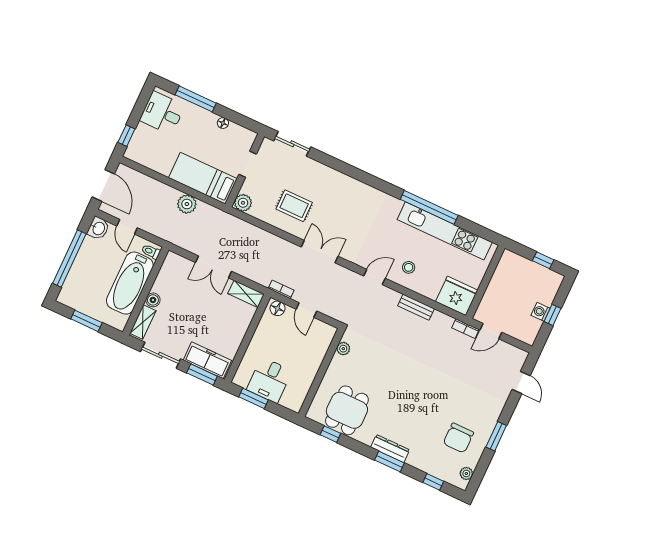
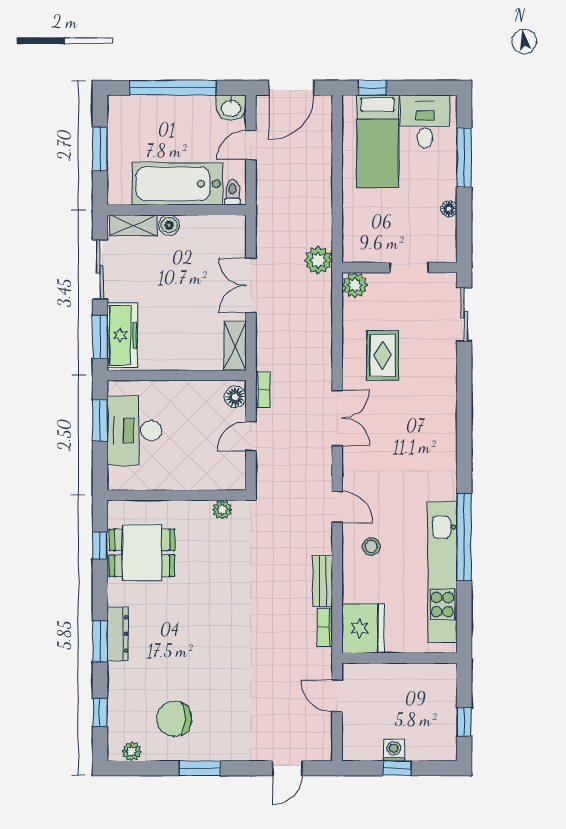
bed: (203, 178) -> (378, 141), moved, turned 180
plant: (187, 204) -> (318, 260), moved
bookcase: (465, 329) -> (325, 627), moved
desk: (269, 380) -> (134, 431), width x1.37

